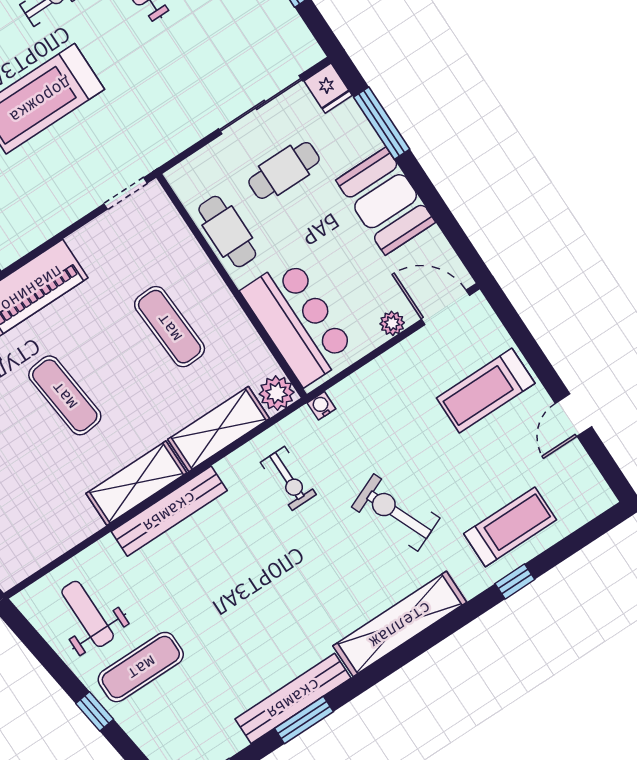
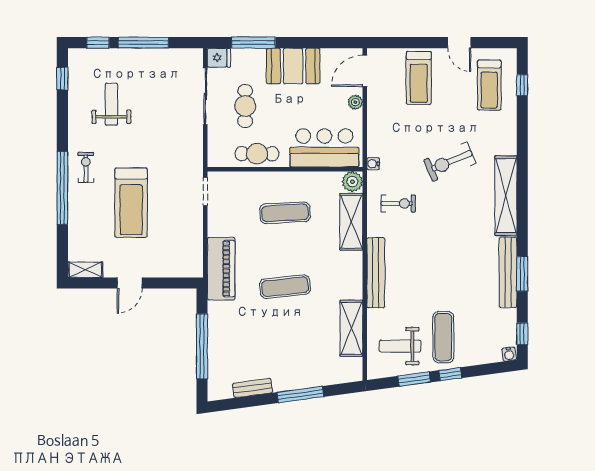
shelving: (136, 483) -> (351, 328), moved
treadmill: (510, 527) -> (489, 85), moved, turned 180
window: (515, 581) -> (522, 85), moved
window: (54, 665) -> (414, 379), added

